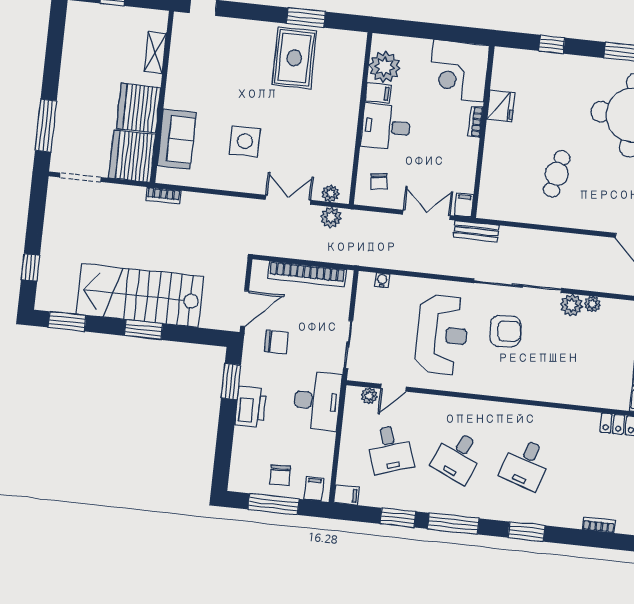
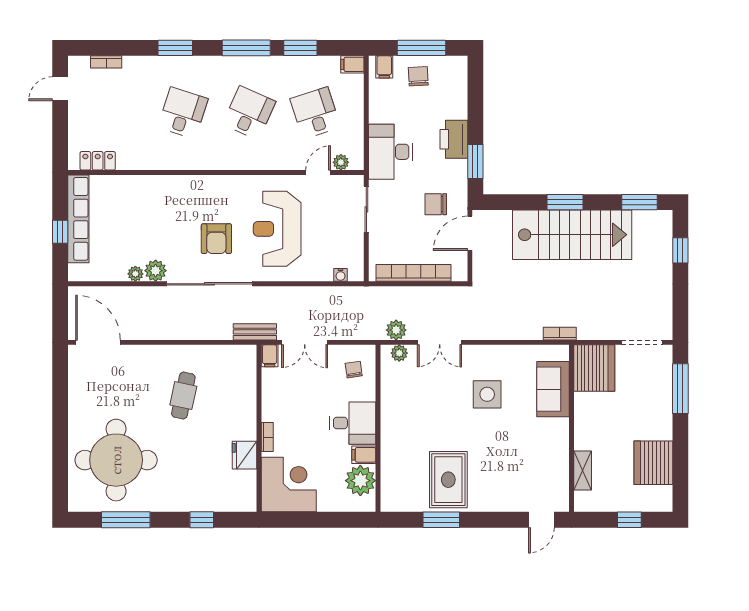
server rack: (138, 108) -> (653, 463), moved, turned 180
armchair: (505, 331) -> (216, 239), turned -85

